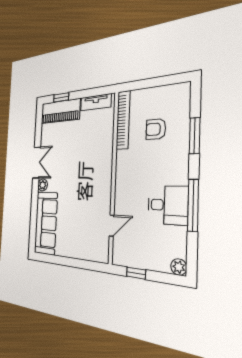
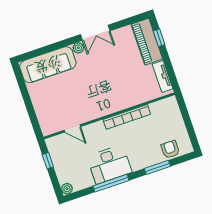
bookcase: (123, 120) -> (127, 117), moved
armchair: (156, 129) -> (170, 149), moved
desk: (168, 205) -> (109, 164), width x1.37

